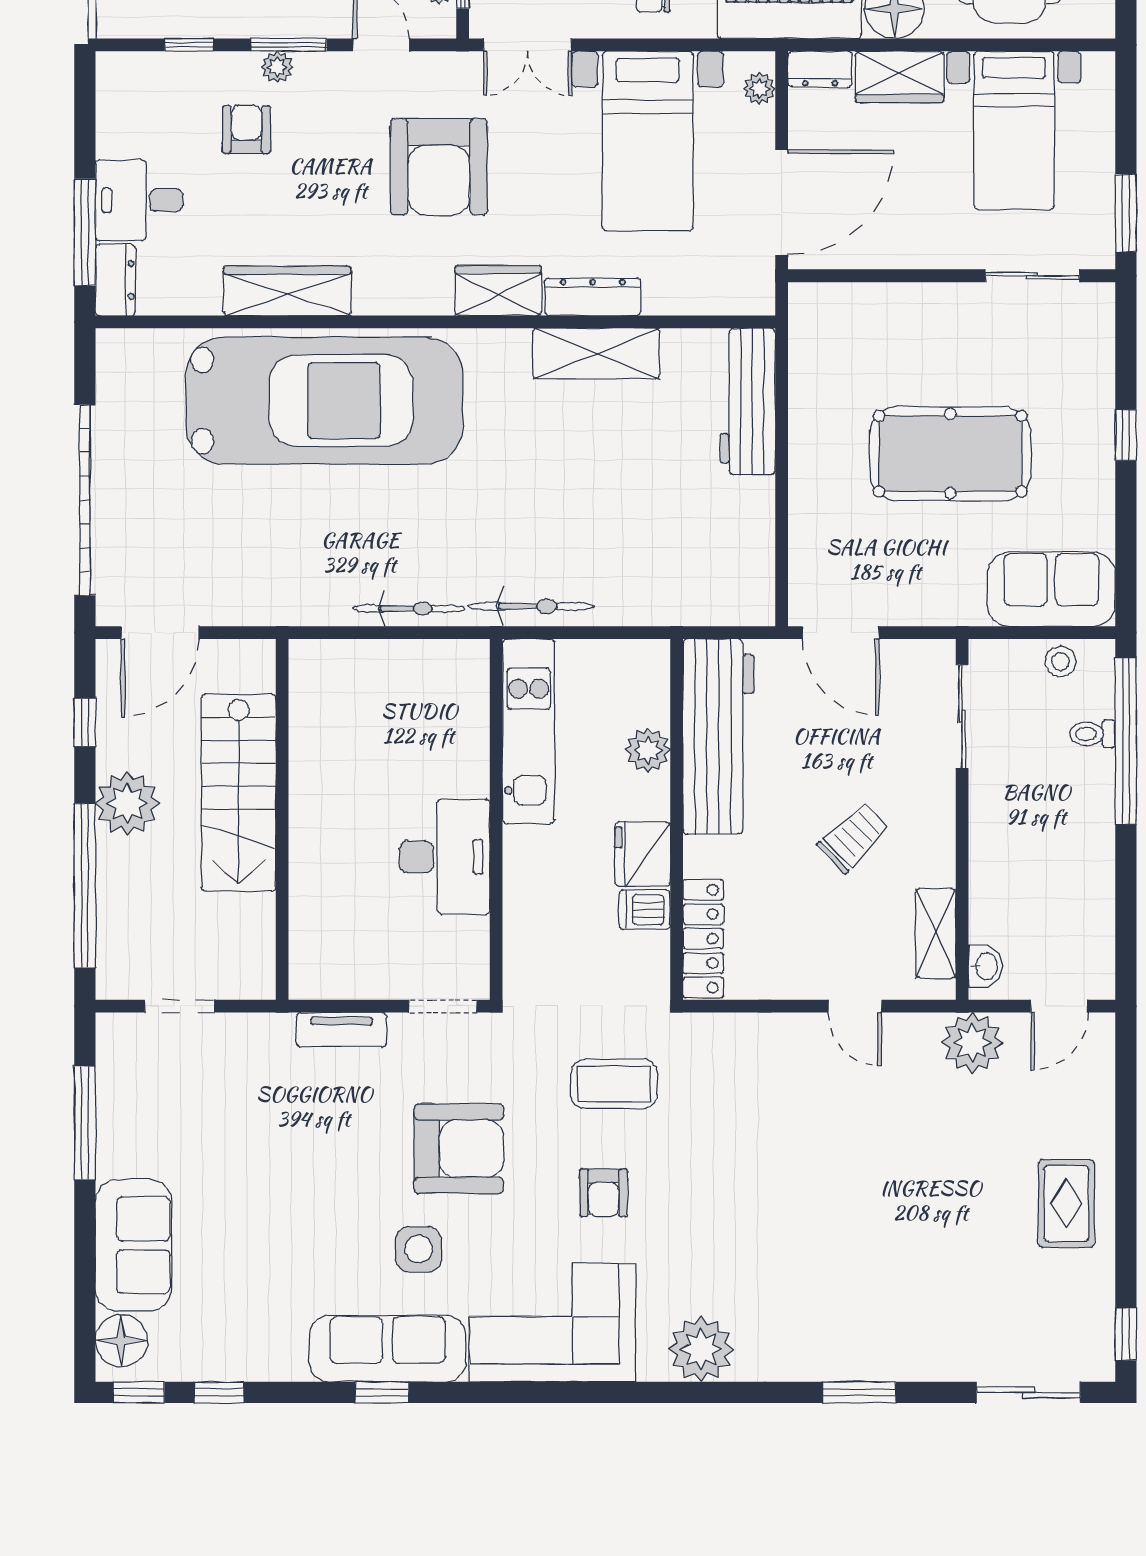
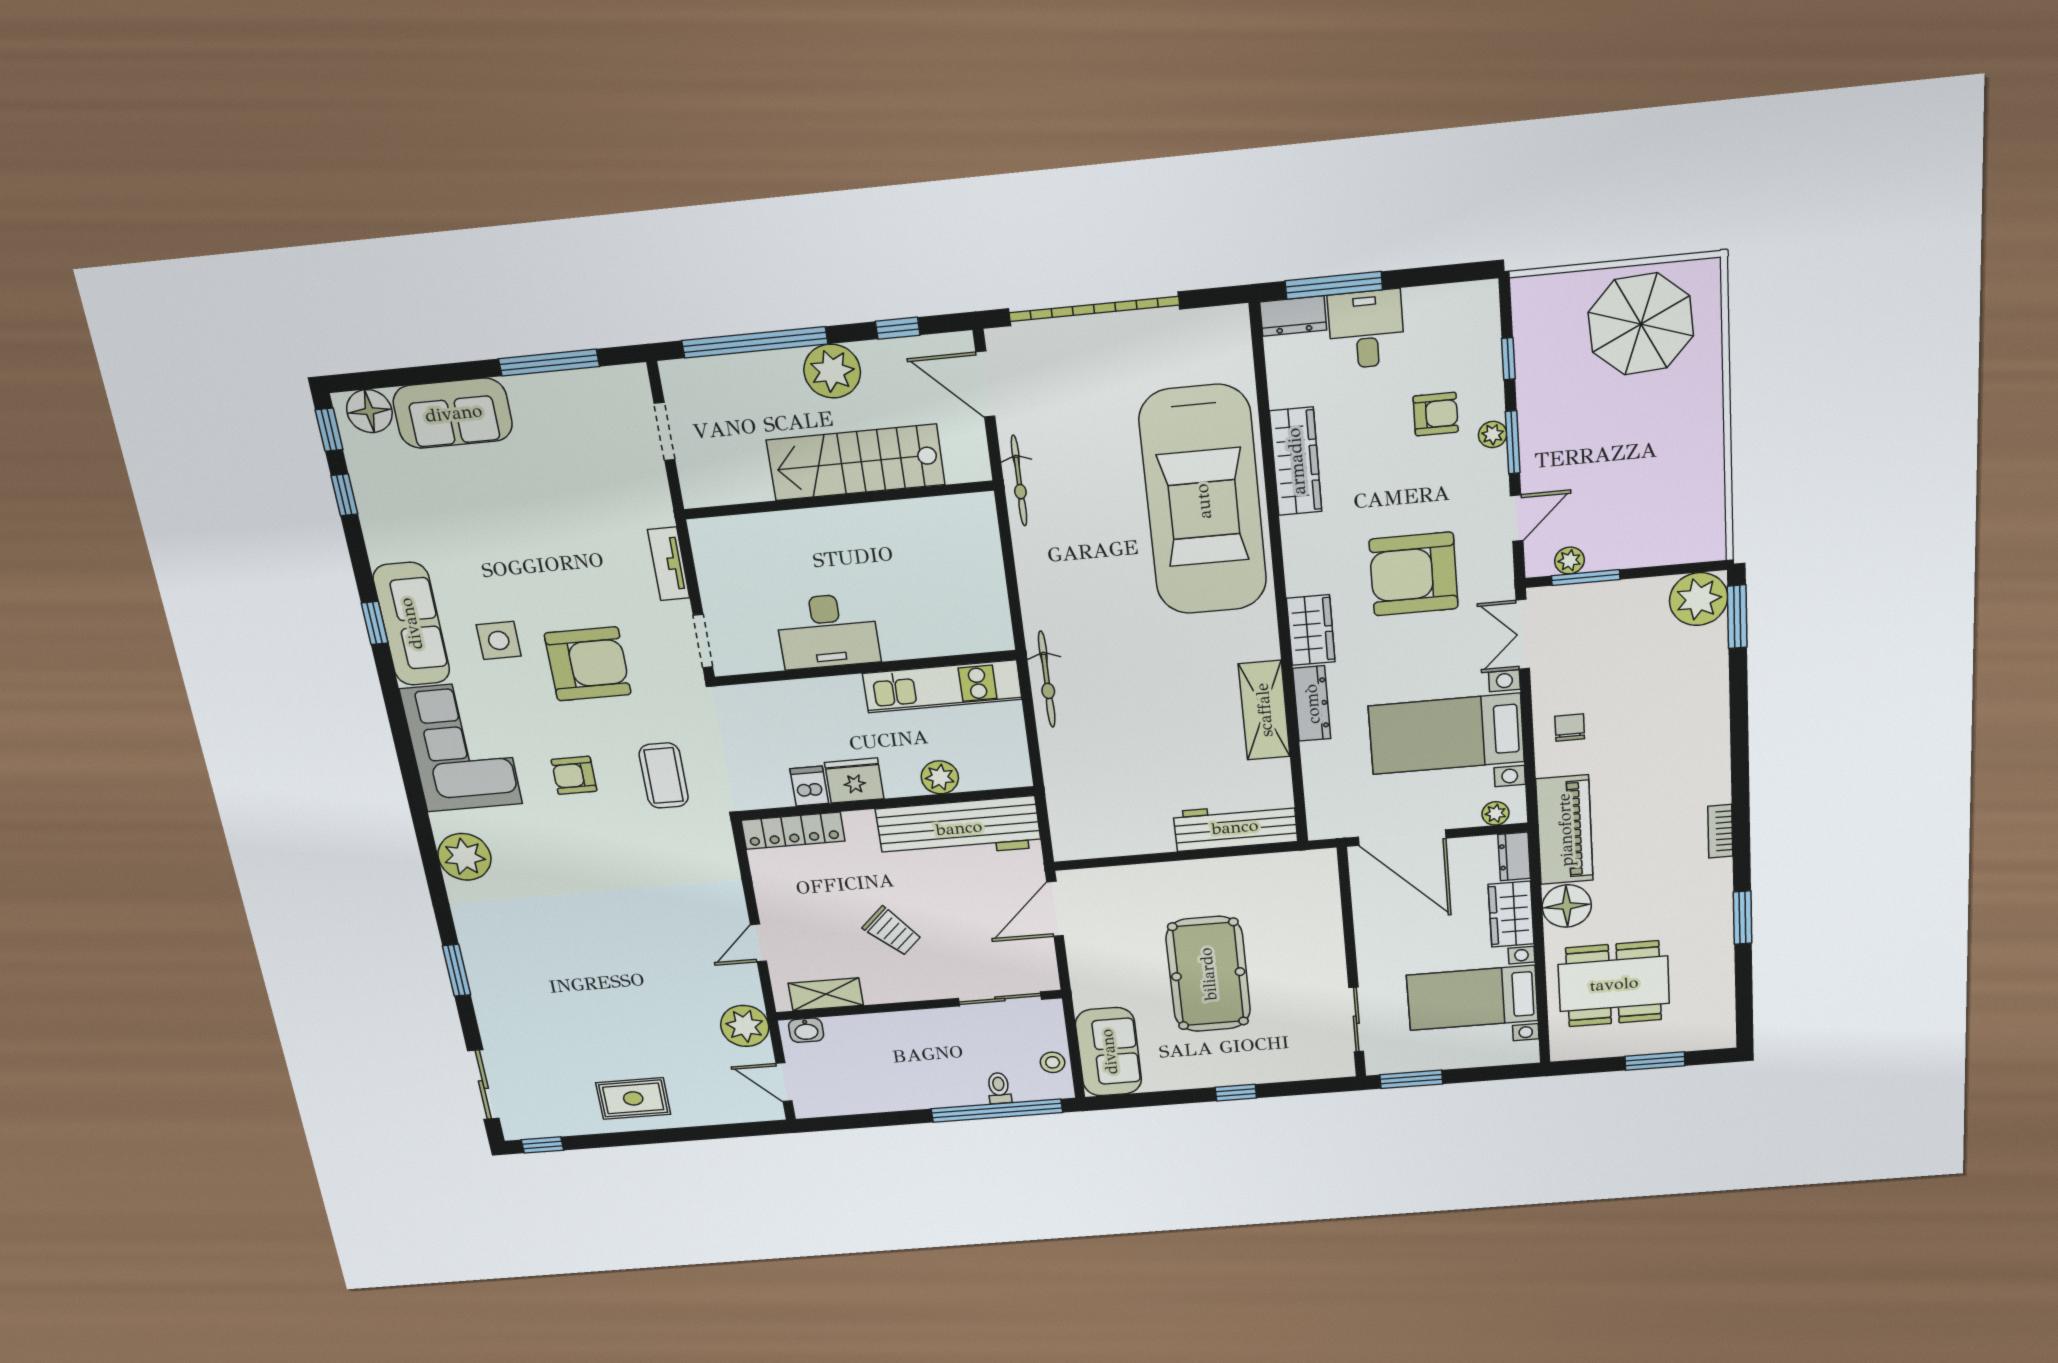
bicycle: (409, 609) -> (1019, 481), moved
armchair: (459, 1149) -> (588, 664), turned -90

